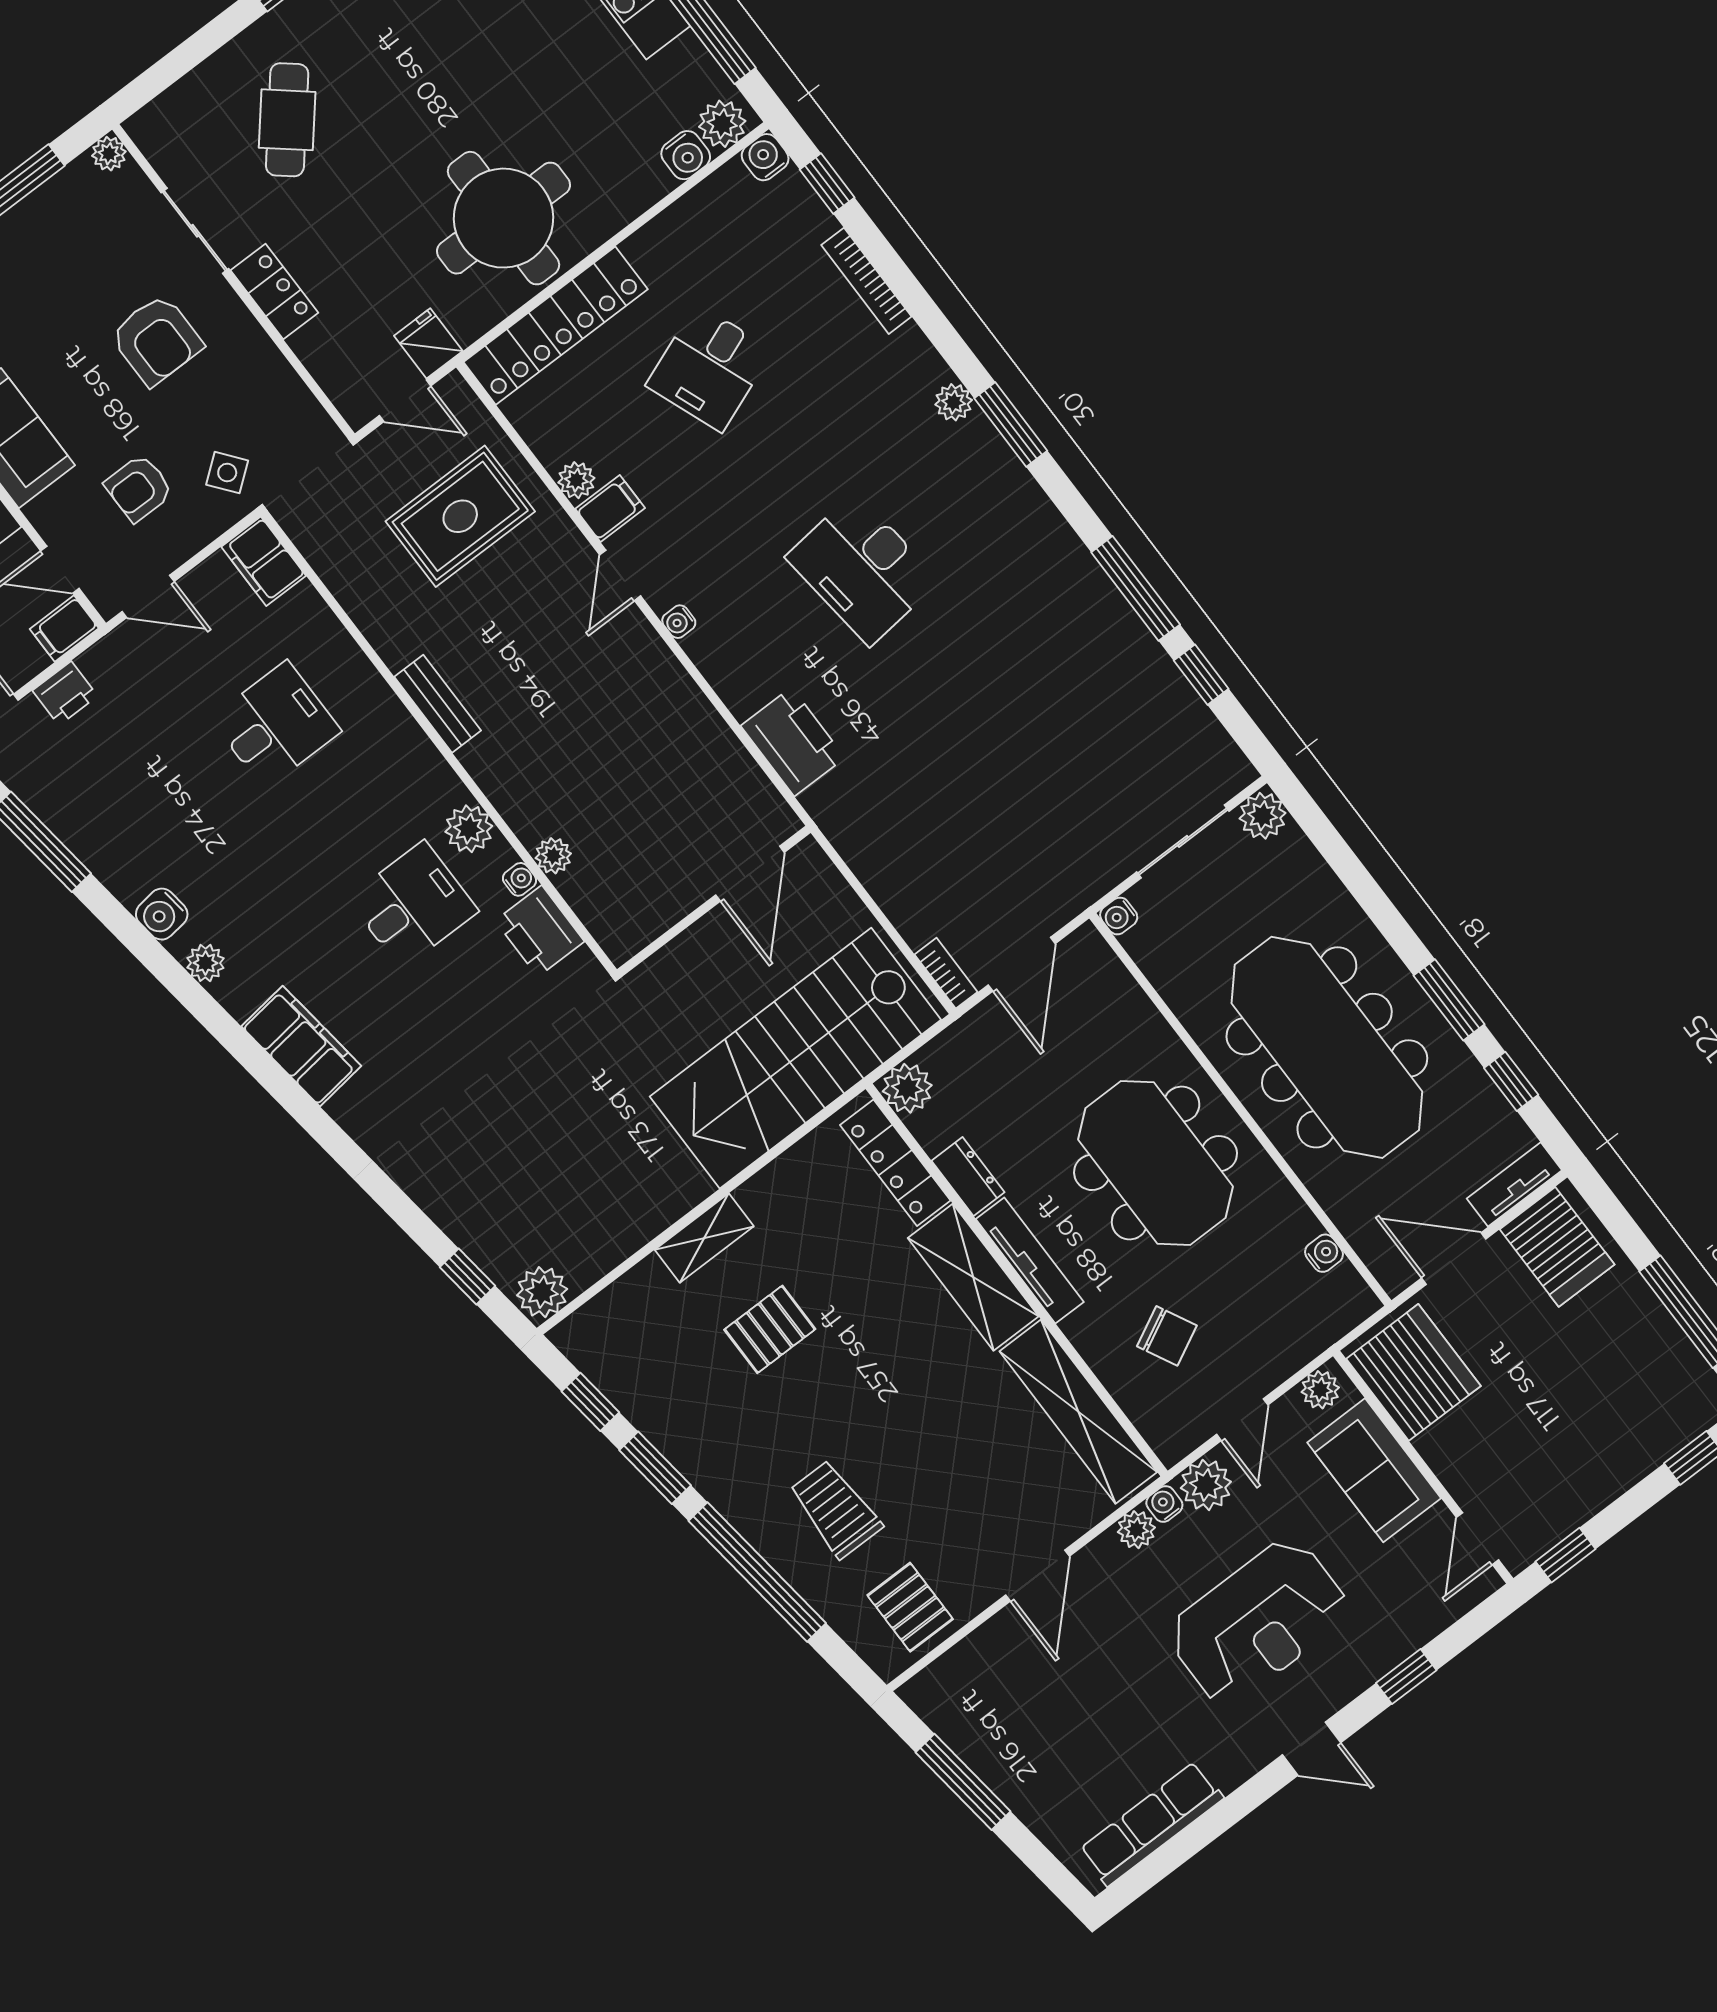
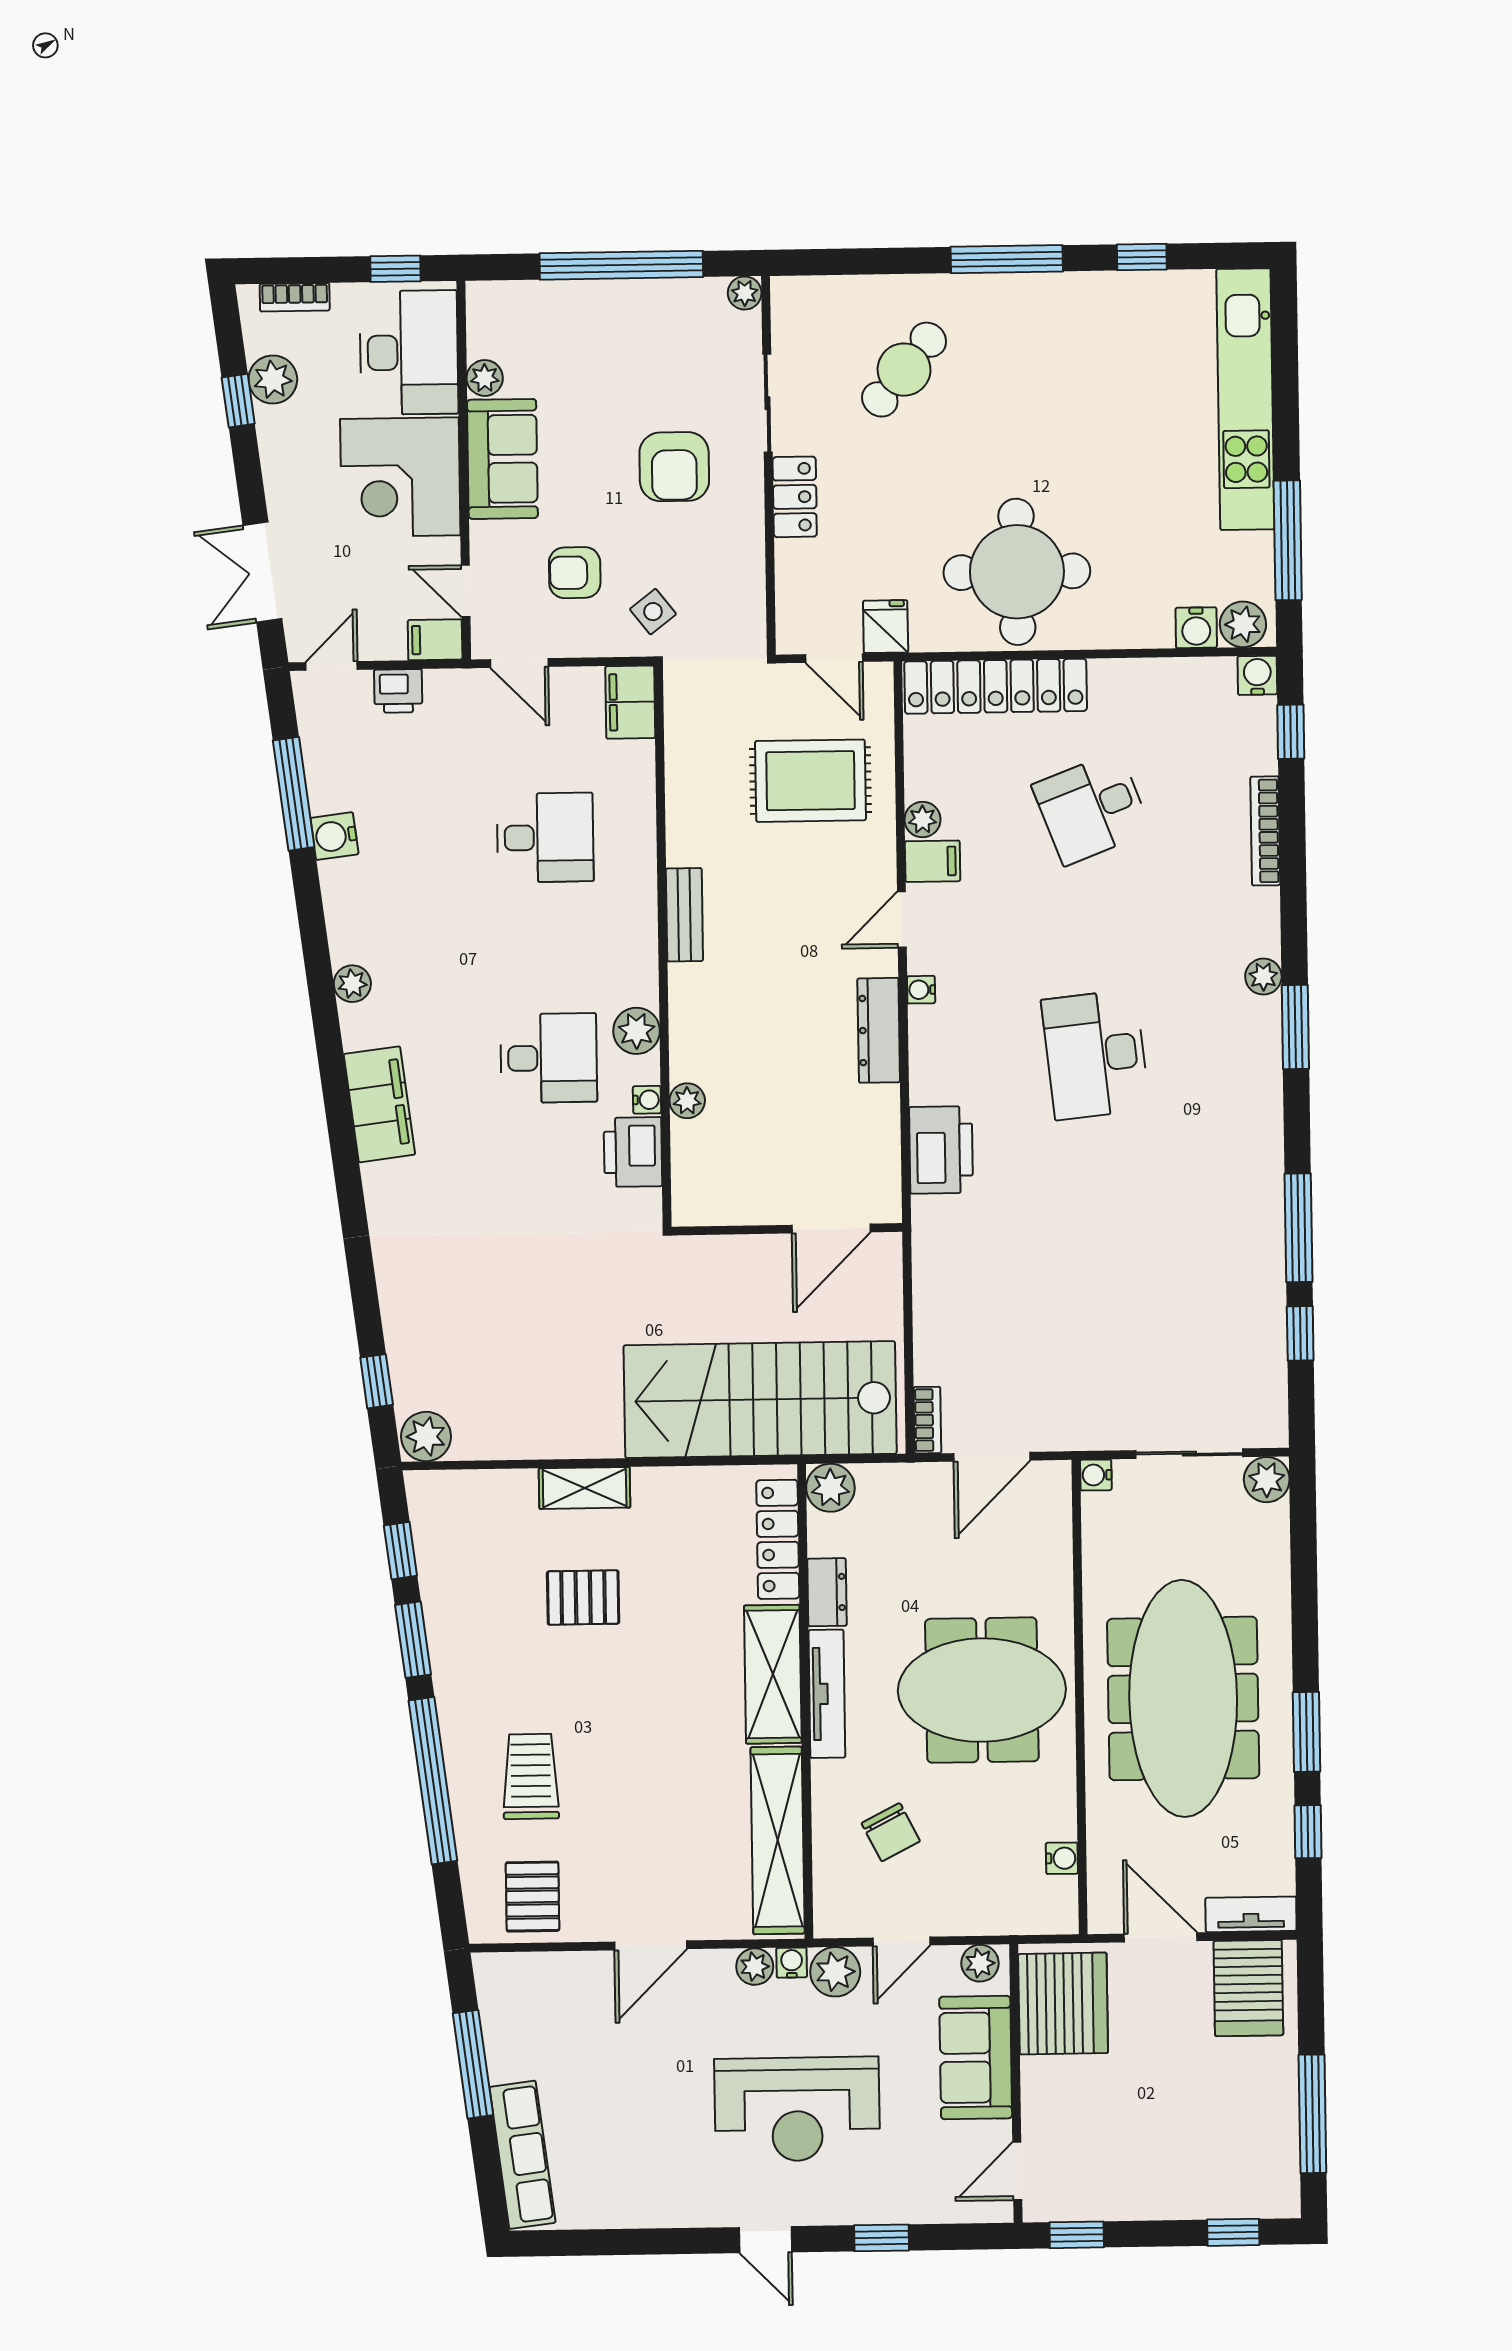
dresser: (669, 681) -> (879, 1030), added
water cooler: (162, 914) -> (334, 836), moved
meeting table: (1156, 1163) -> (982, 1690), turned 90
row of seats: (1152, 1824) -> (522, 2155), moved, turned 83

